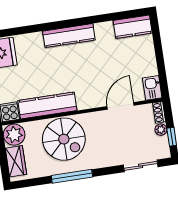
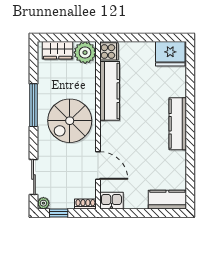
kitchen counter: (133, 27) -> (167, 200), moved, turned 90
plant: (161, 130) -> (43, 203), moved
spiral stairs: (64, 139) -> (70, 121), moved

